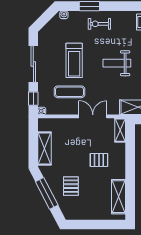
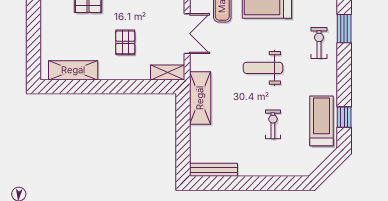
weight bench: (117, 63) -> (263, 68), turned -90

